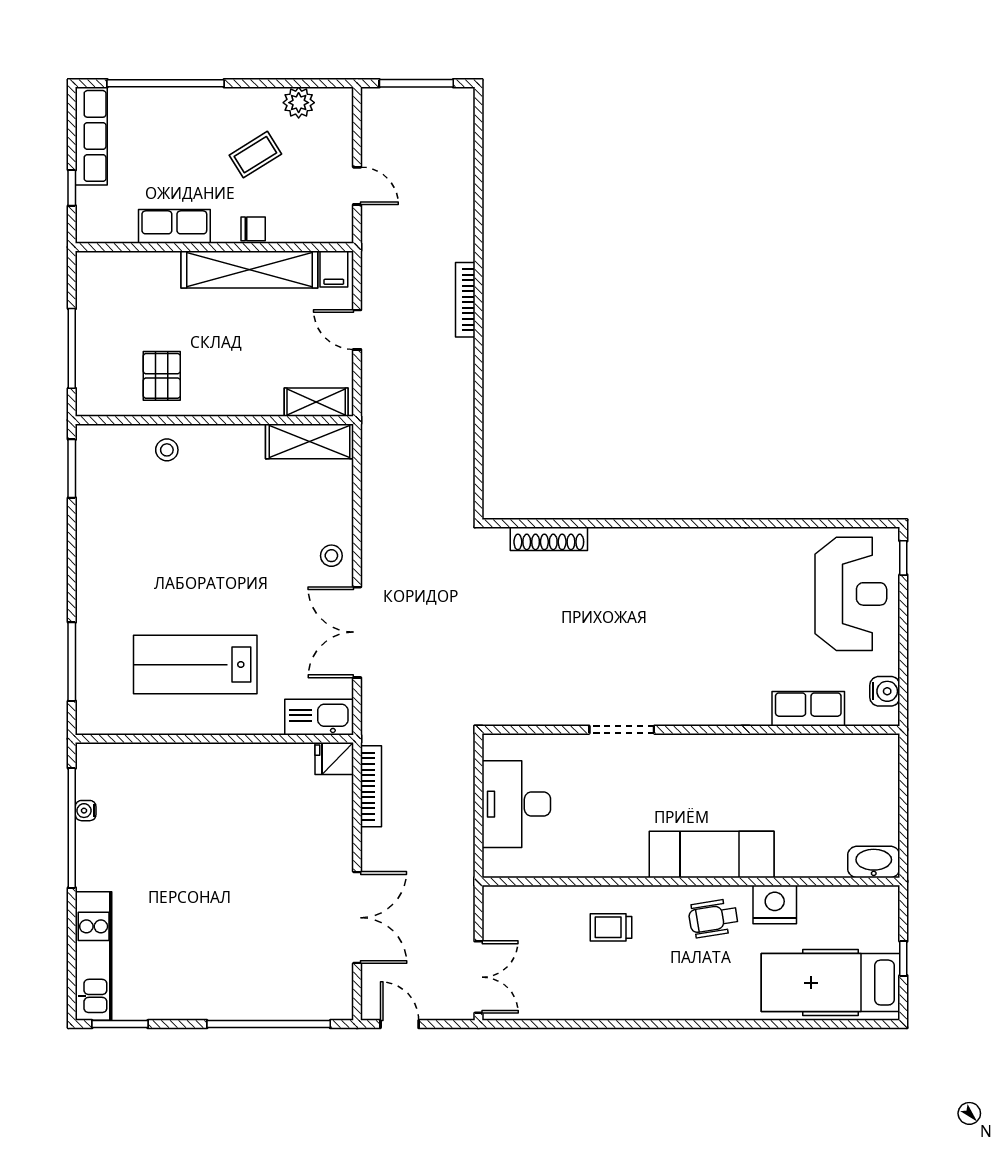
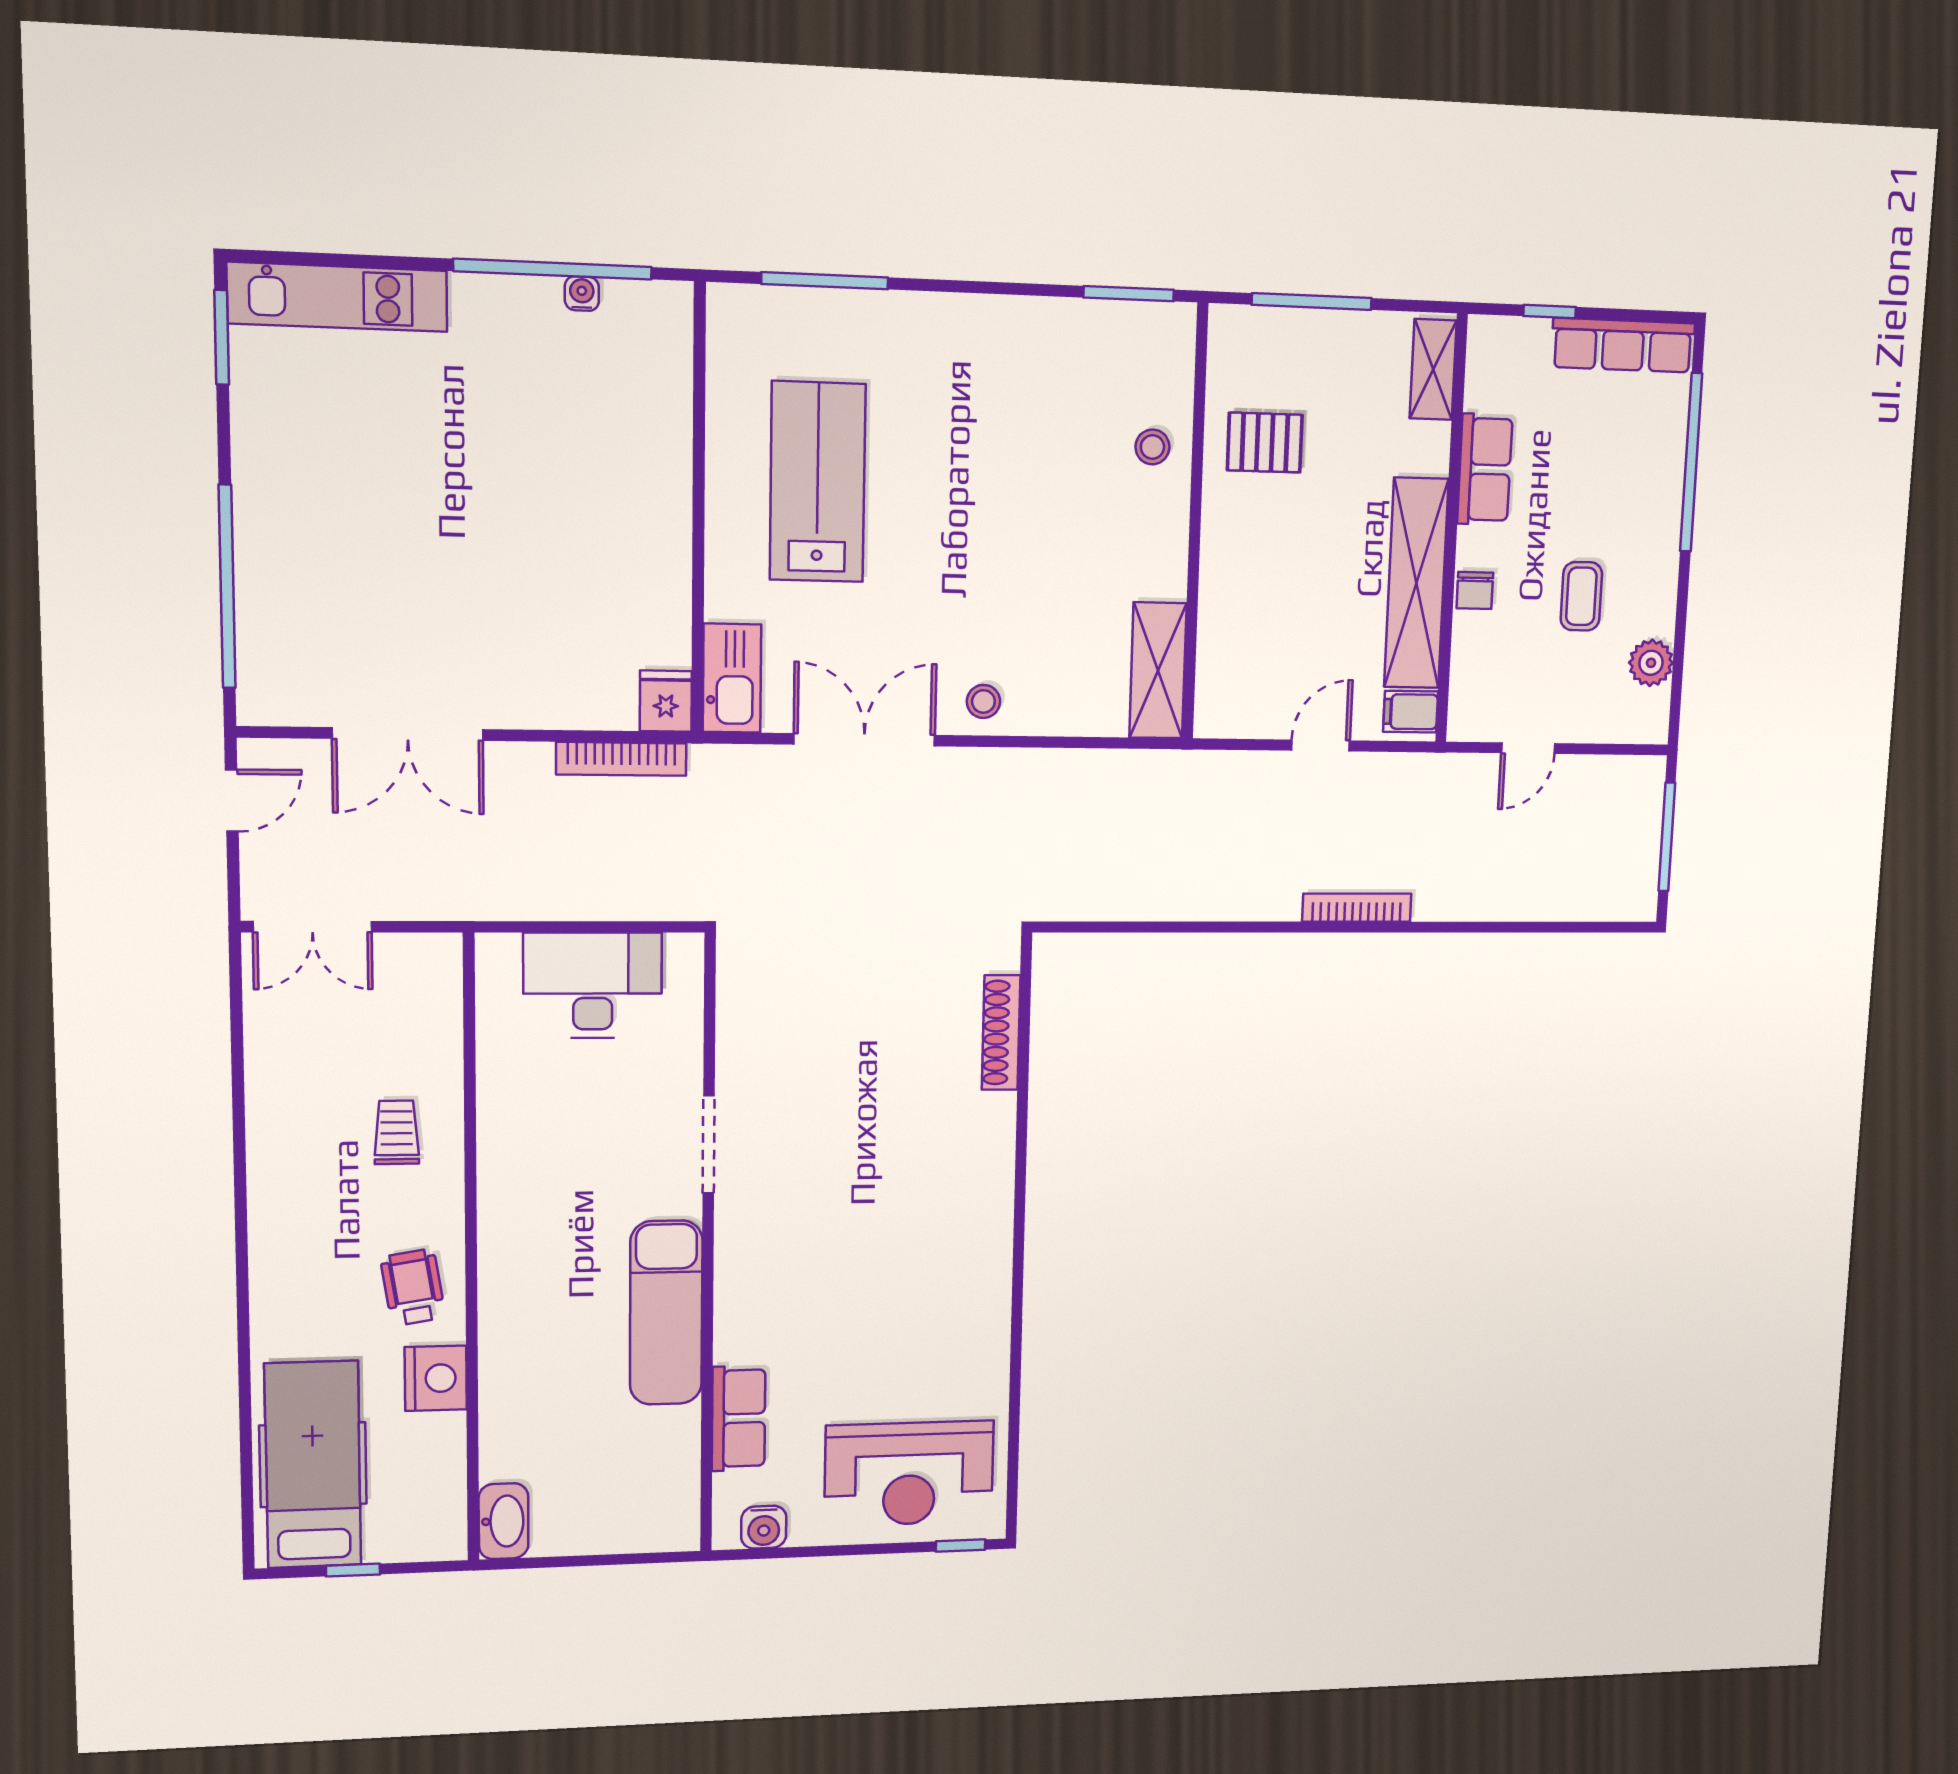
coffee table: (255, 155) -> (1581, 596), turned 32
shelving: (316, 402) -> (1433, 369), moved
exam couch: (712, 854) -> (666, 1313), moved, turned 180

